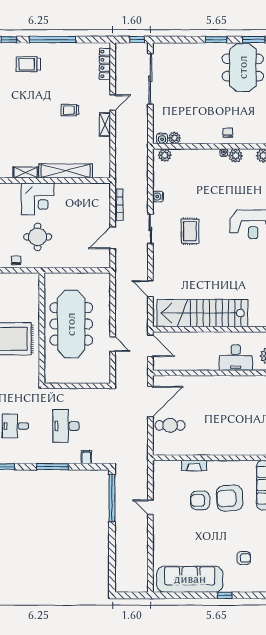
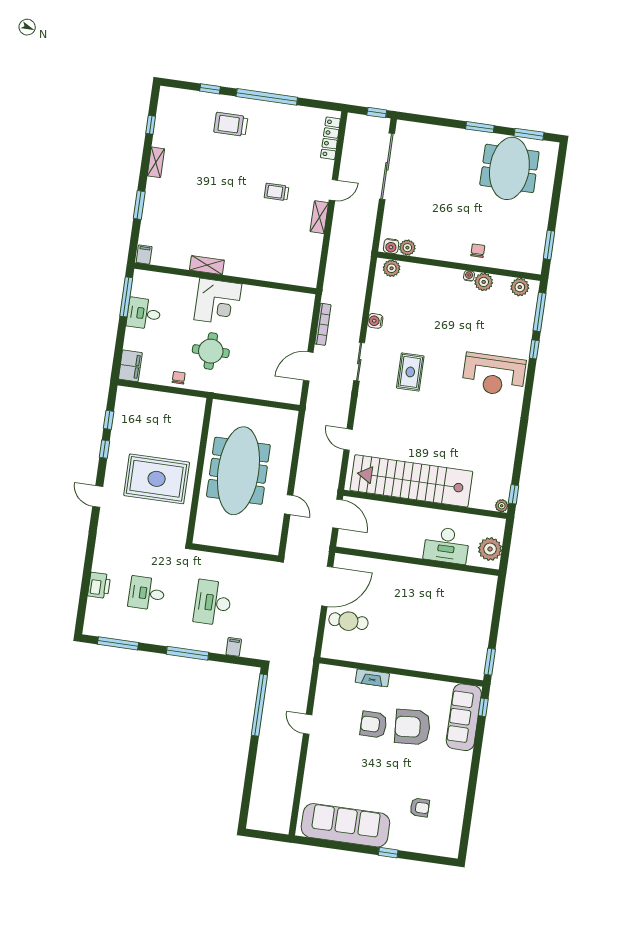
shelving: (66, 171) -> (260, 270), removed

